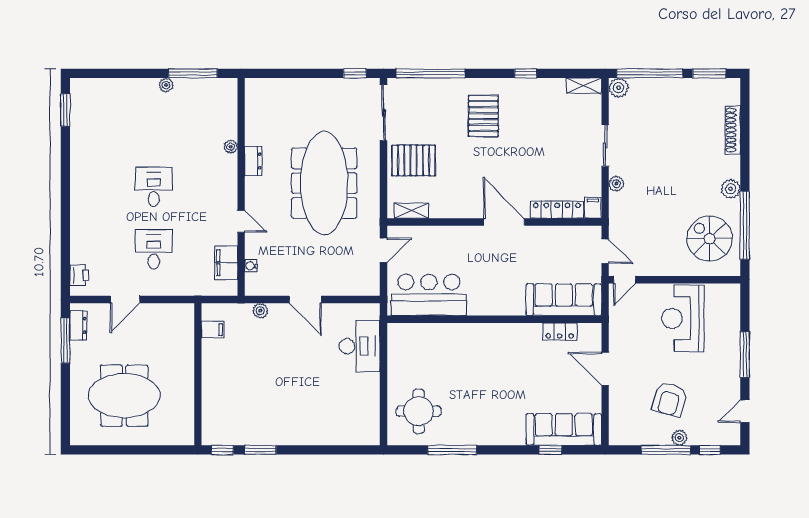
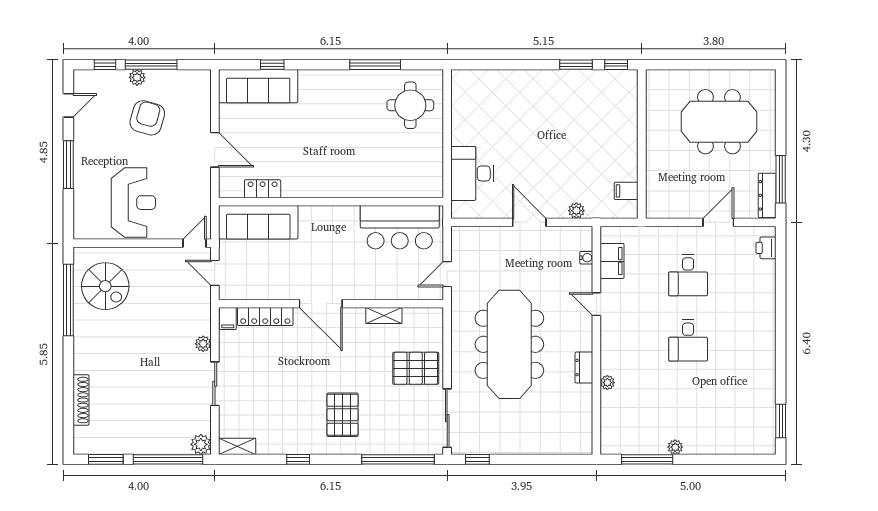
plant: (731, 189) -> (83, 338), removed
shelving: (411, 211) -> (384, 315), moved
dresser: (78, 325) -> (767, 195), width x1.44

